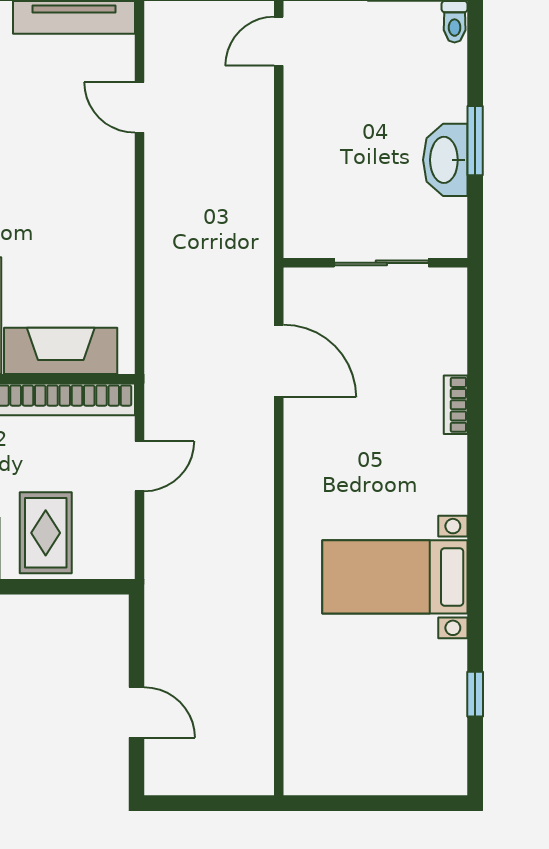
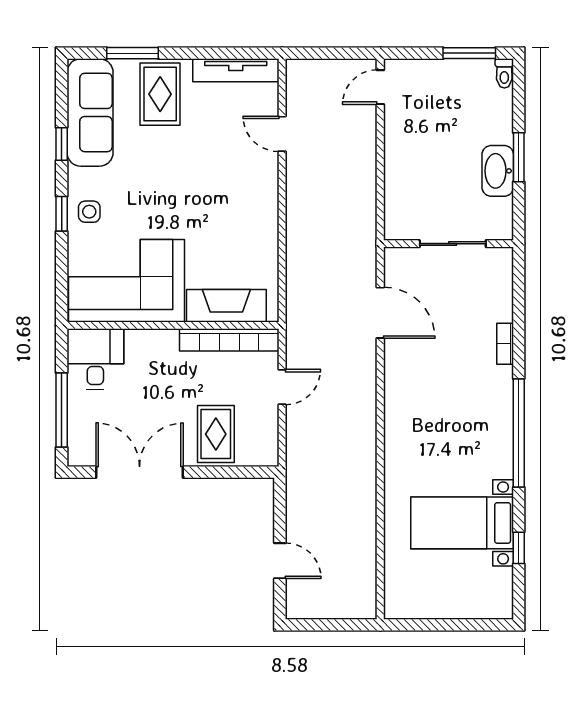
window: (475, 531) -> (519, 433), added
bed with nightstands: (395, 577) -> (462, 523), moved

